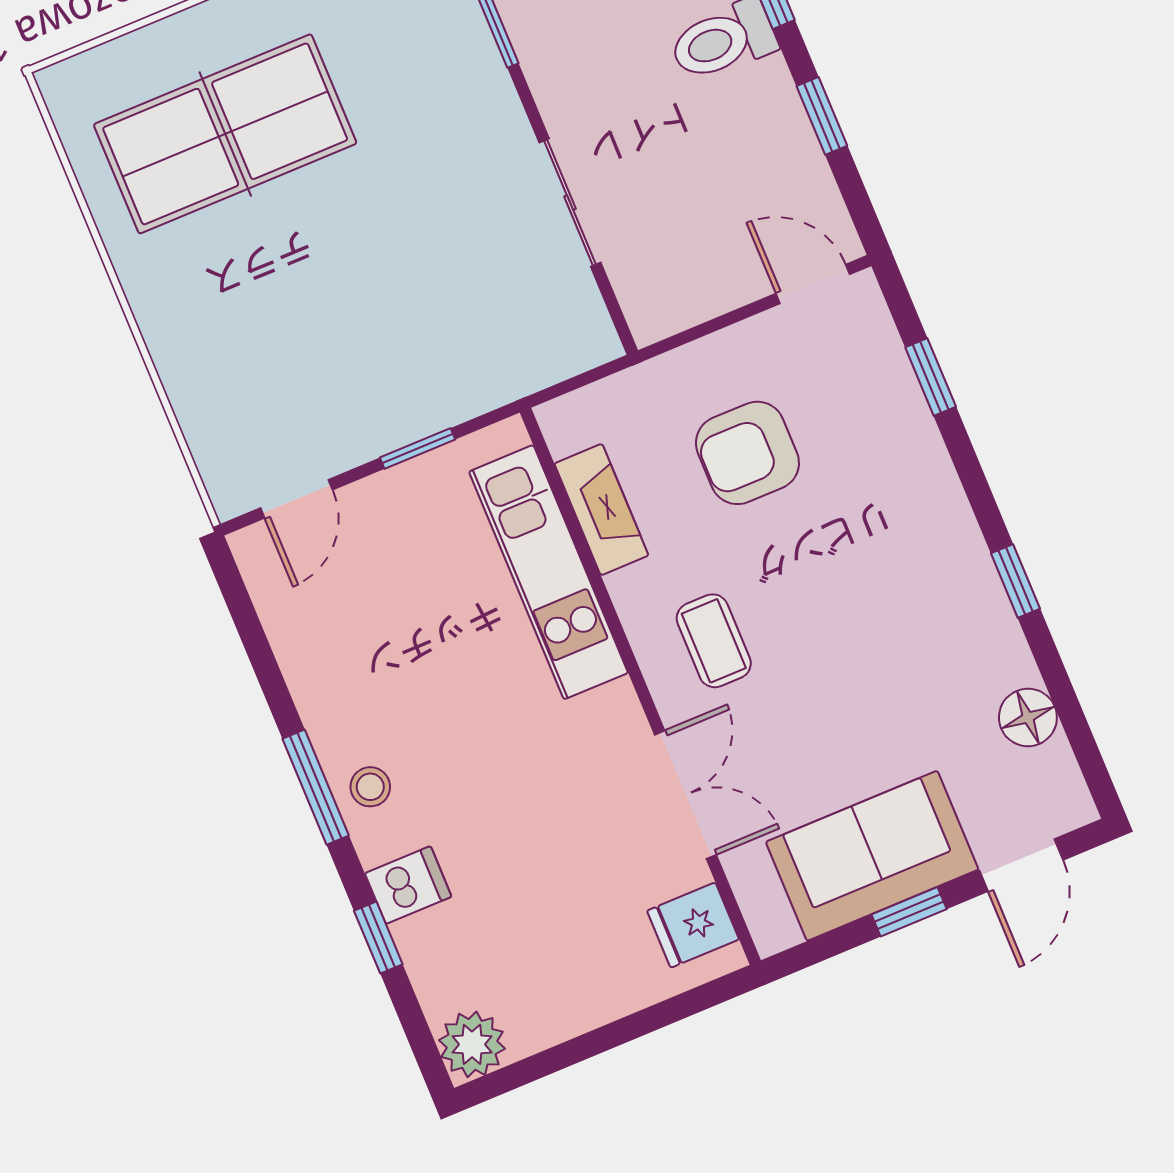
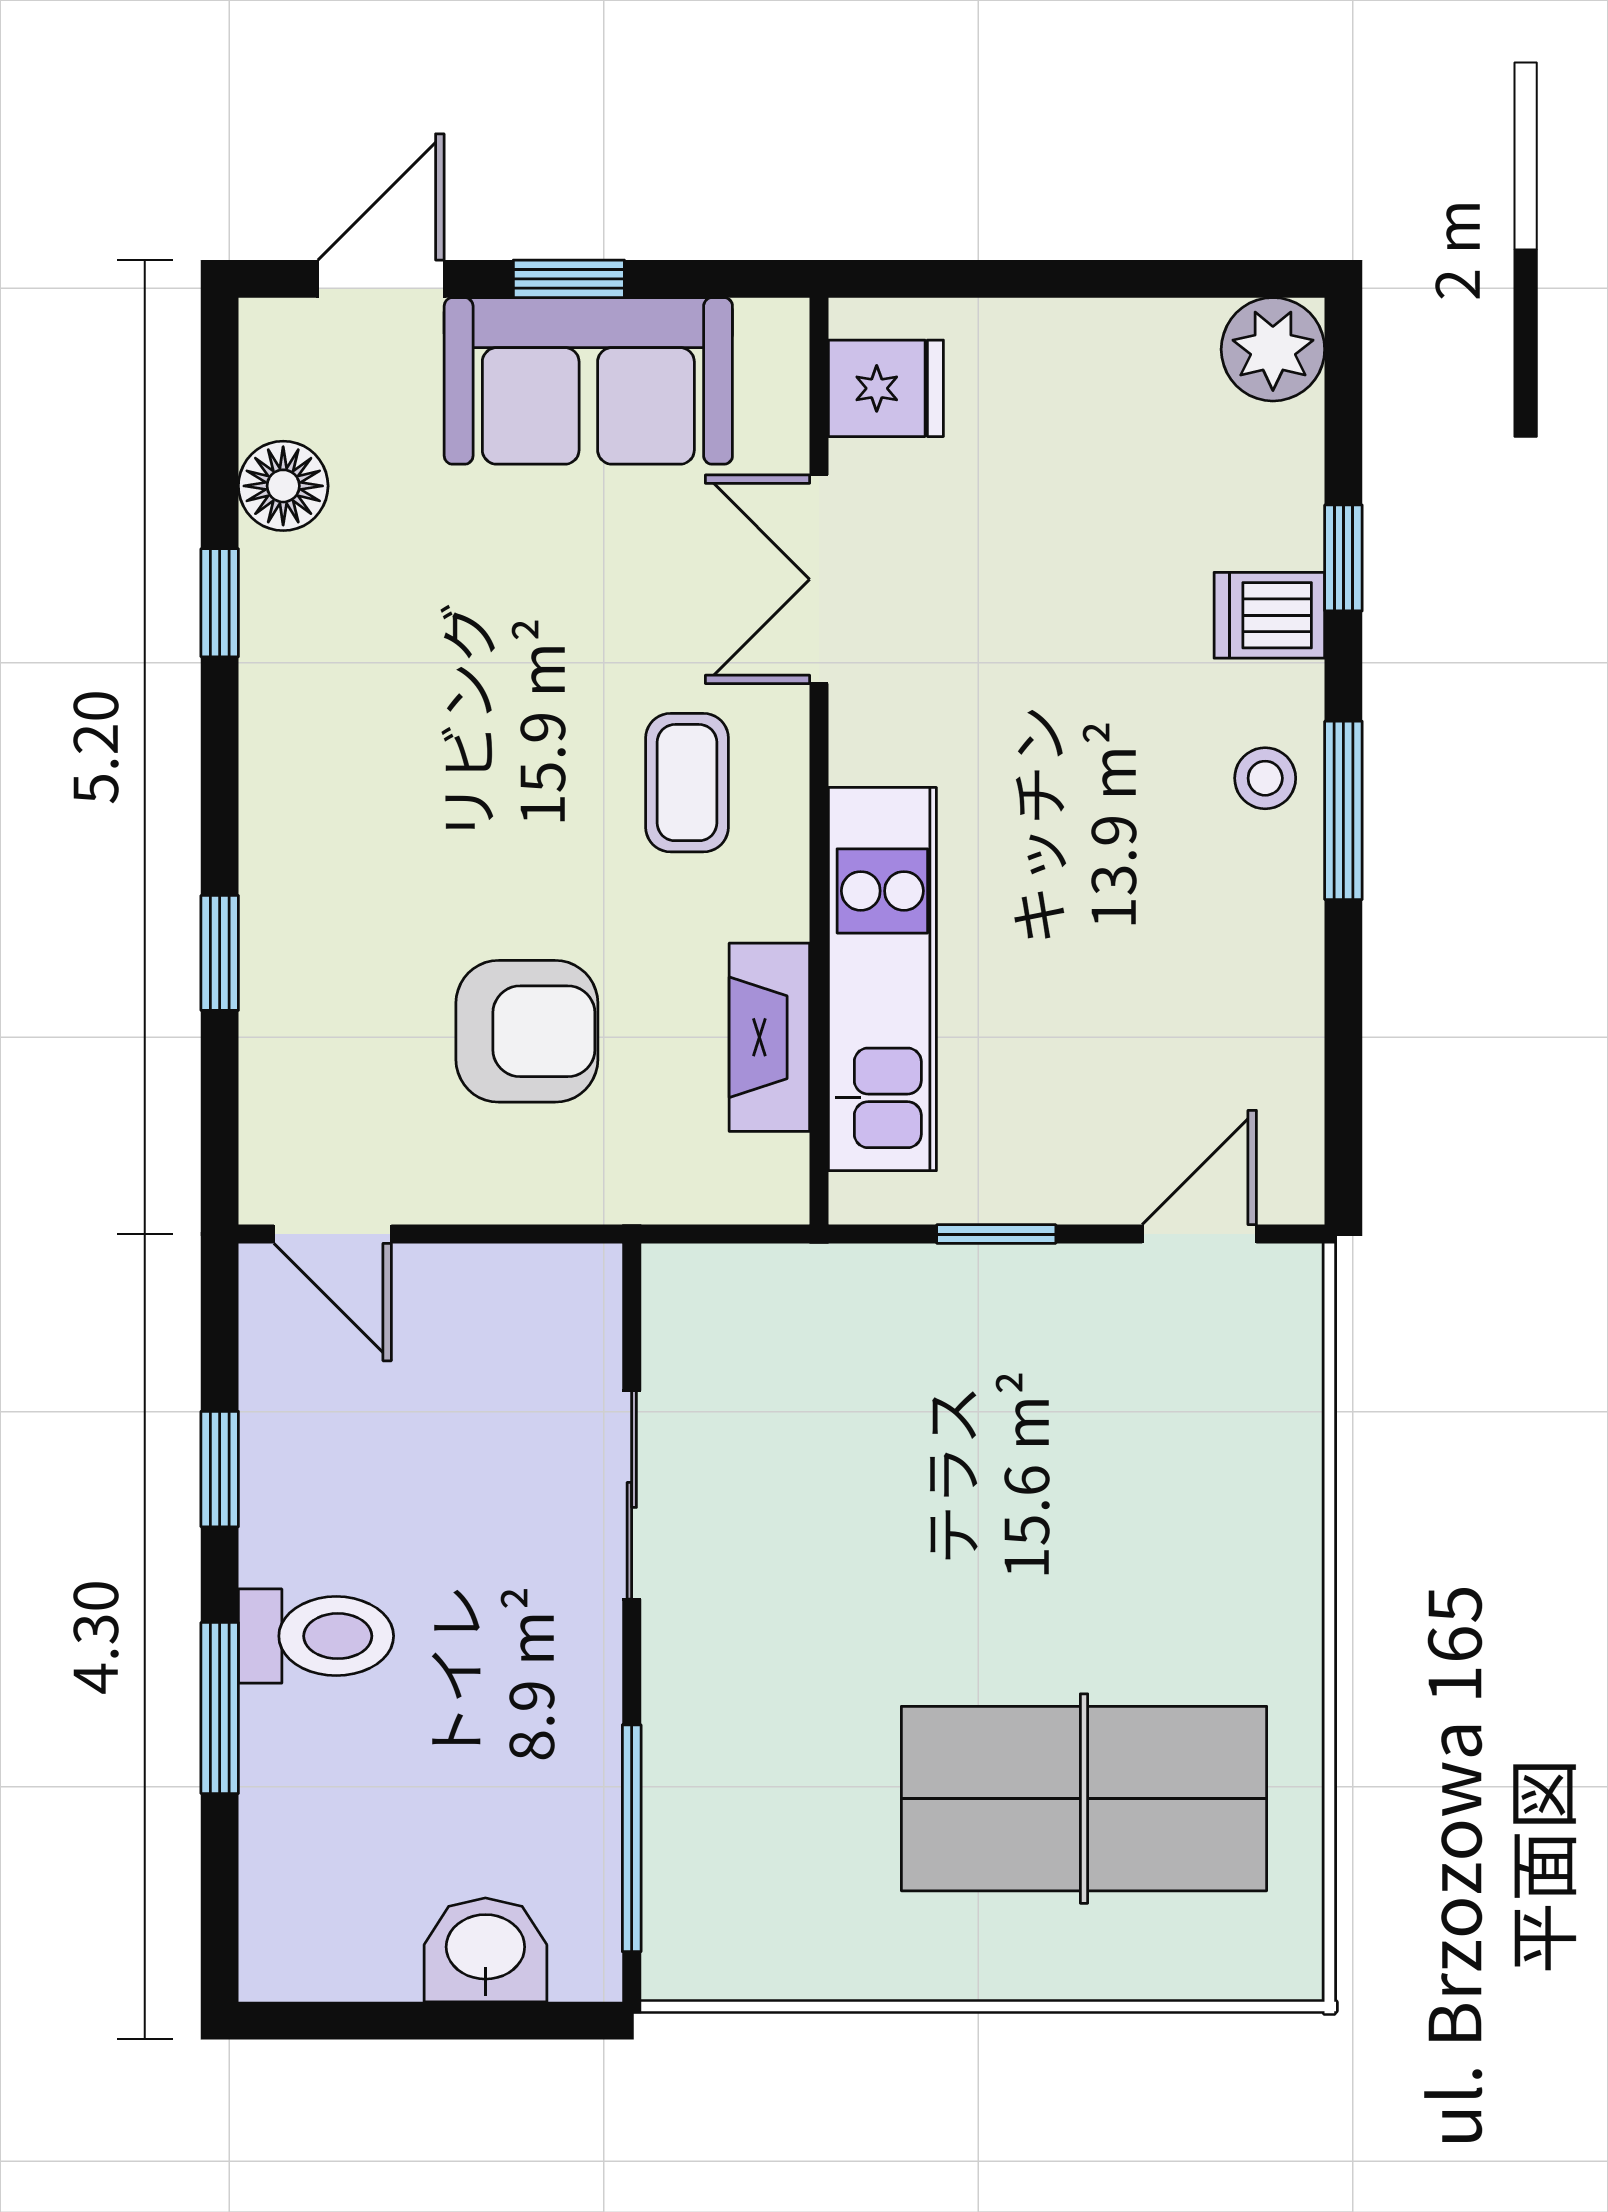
window: (931, 377) -> (220, 953), moved
window: (1015, 581) -> (220, 603), moved

